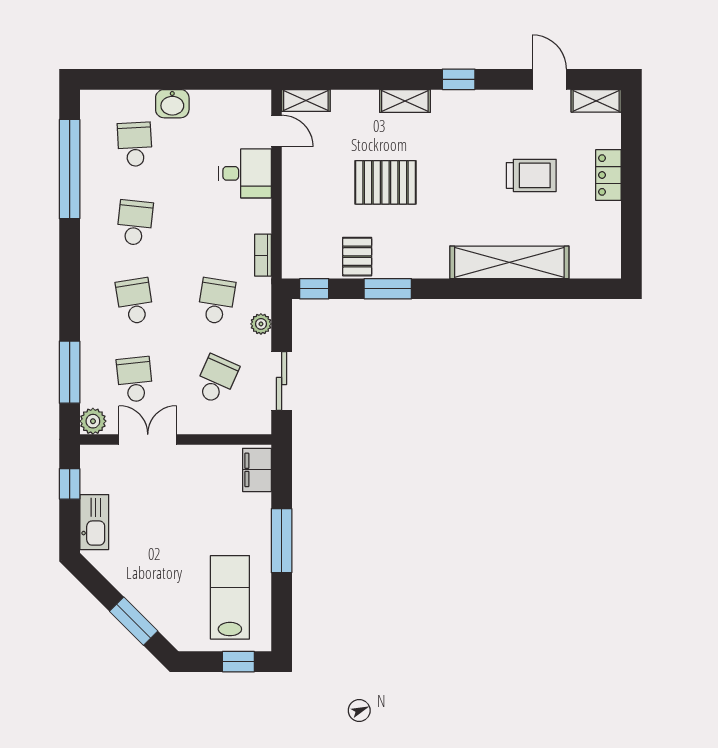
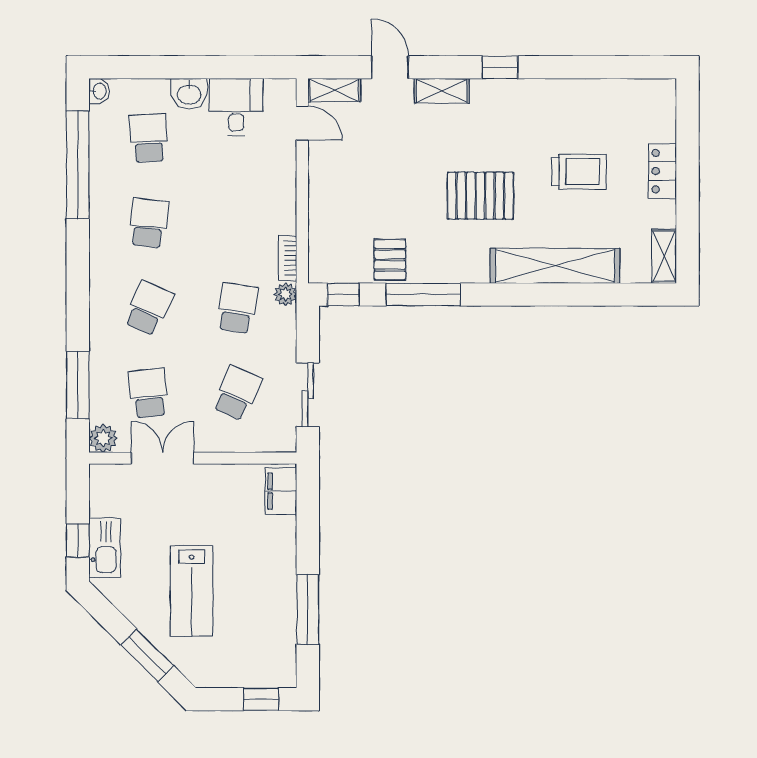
door: (549, 79) -> (390, 67), moved
washbasin: (89, 101) -> (99, 91), added
shelving: (596, 101) -> (664, 256), moved, turned 90
desk: (245, 173) -> (236, 107), moved, turned -90
pallet: (386, 182) -> (480, 196), moved
window: (388, 289) -> (423, 295), width x1.44
school desk: (135, 301) -> (148, 308), turned 33
plant: (261, 324) -> (285, 294), moved
window: (70, 484) -> (78, 540), moved
window: (282, 541) -> (308, 610), moved
lab bench: (230, 597) -> (192, 591), moved, turned 180

